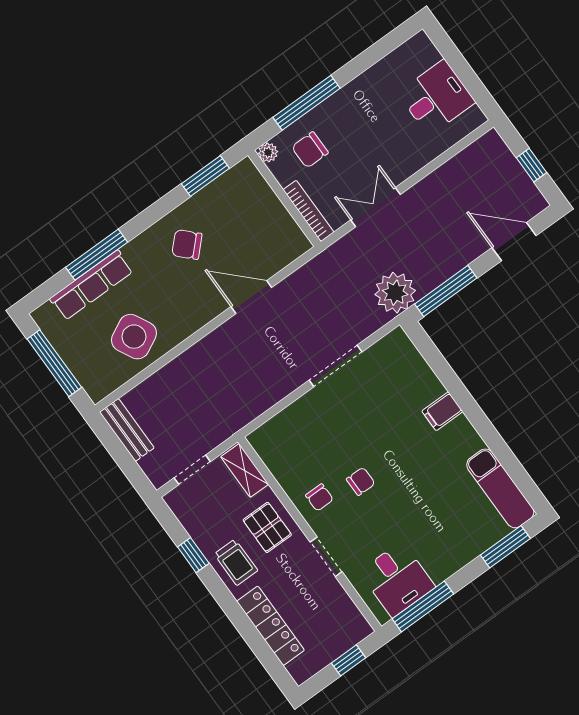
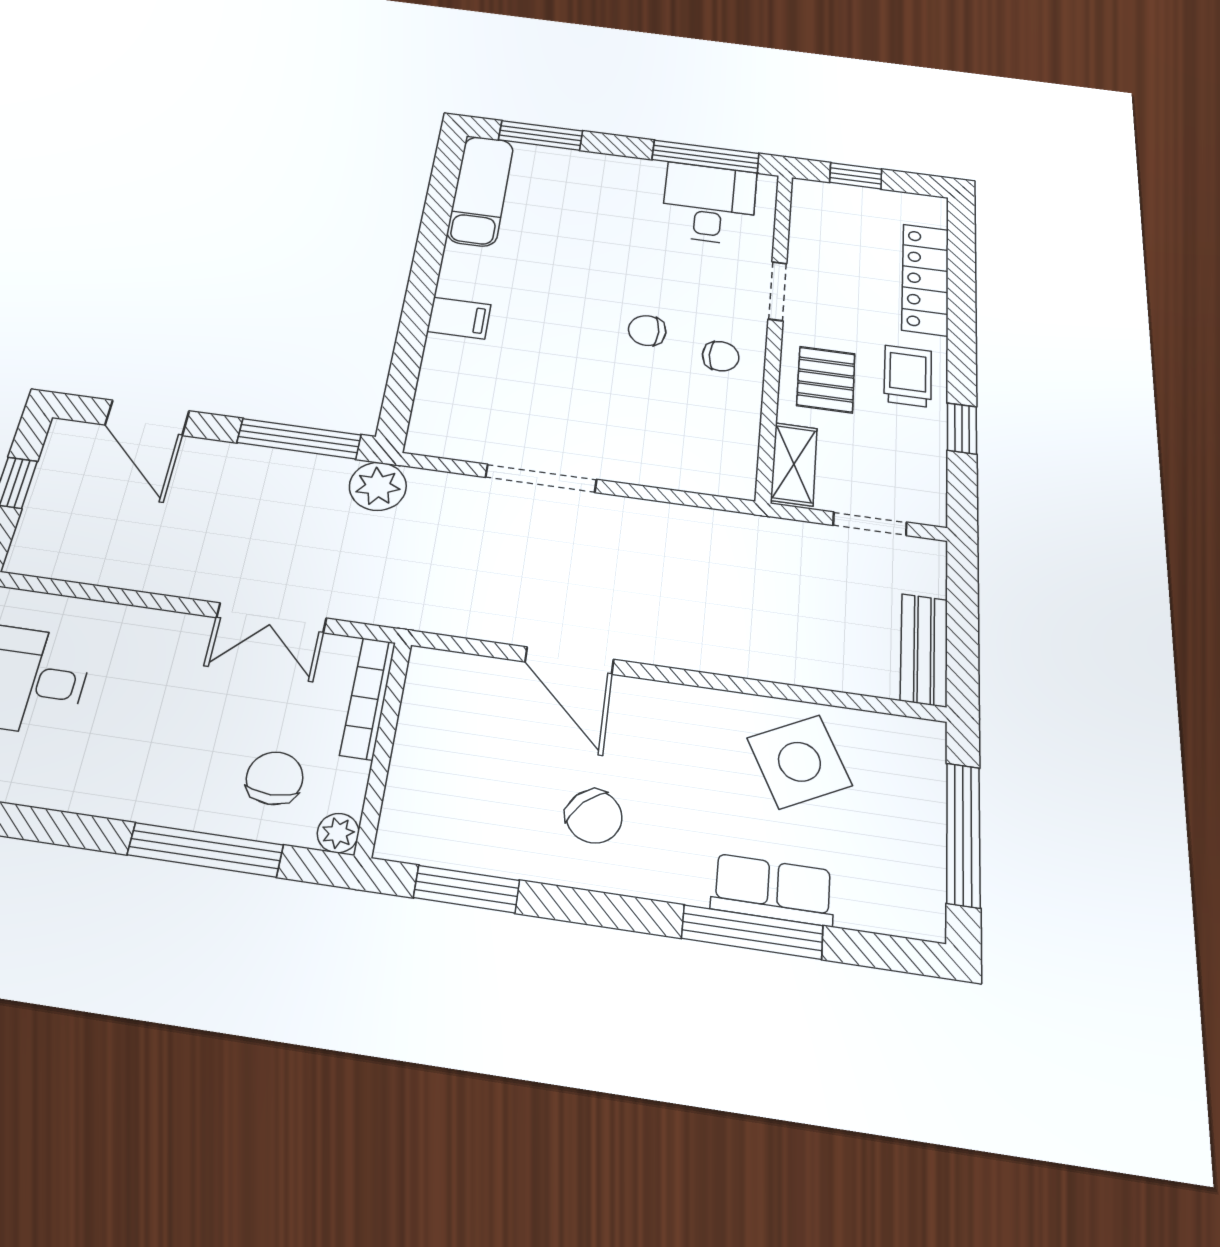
chair: (310, 150) -> (275, 778), turned -90
row of seats: (91, 285) -> (773, 890), width x0.68
plant: (395, 293) -> (378, 486), width x0.73, depth x0.73
chair: (319, 497) -> (721, 356), turned 90

